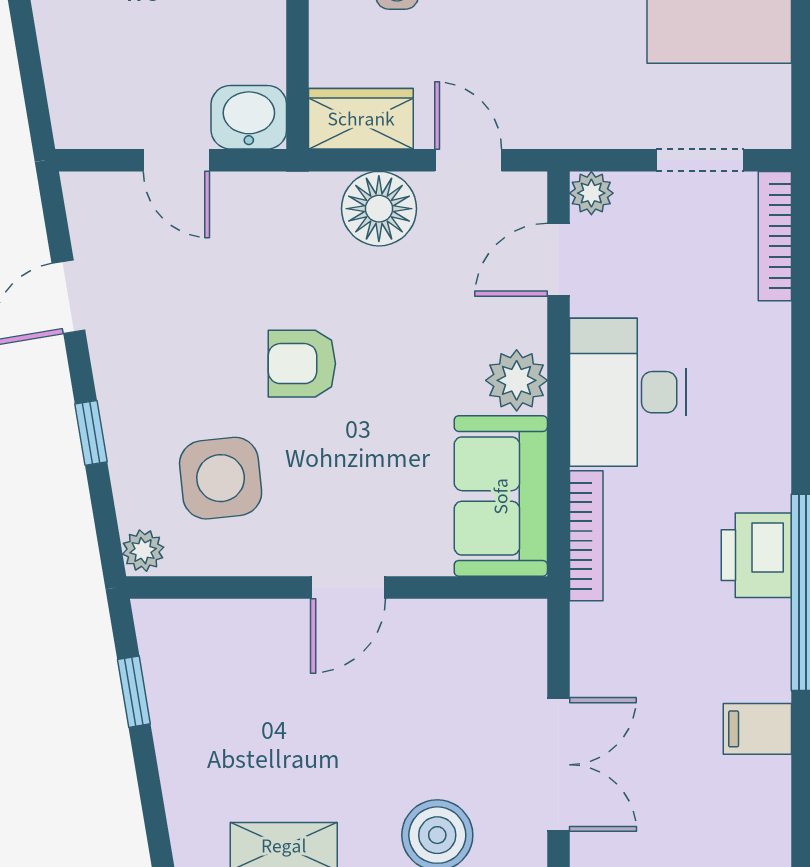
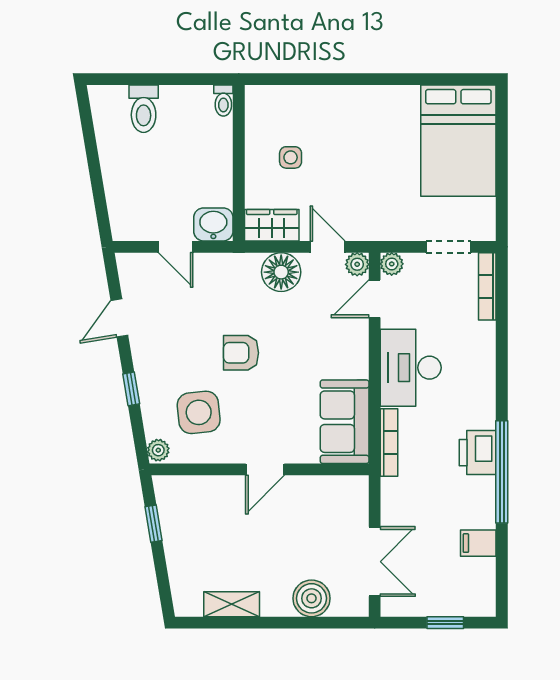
plant: (517, 380) -> (357, 264), moved, width x0.73, depth x0.73

